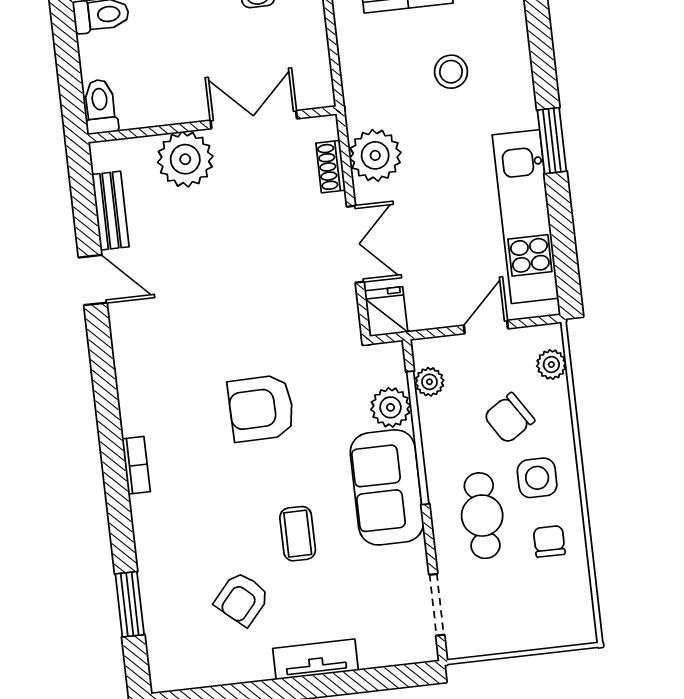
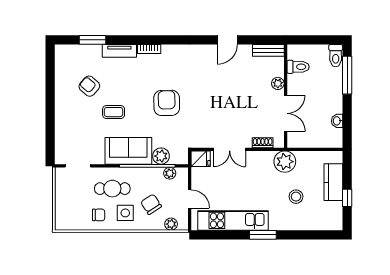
toilet: (100, 107) -> (298, 67), moved
plant: (375, 155) -> (285, 162), moved
plant: (185, 159) -> (278, 83), width x0.53, depth x0.53
bench: (110, 211) -> (268, 50), moved
tv unit: (316, 659) -> (119, 51), moved, turned 90

